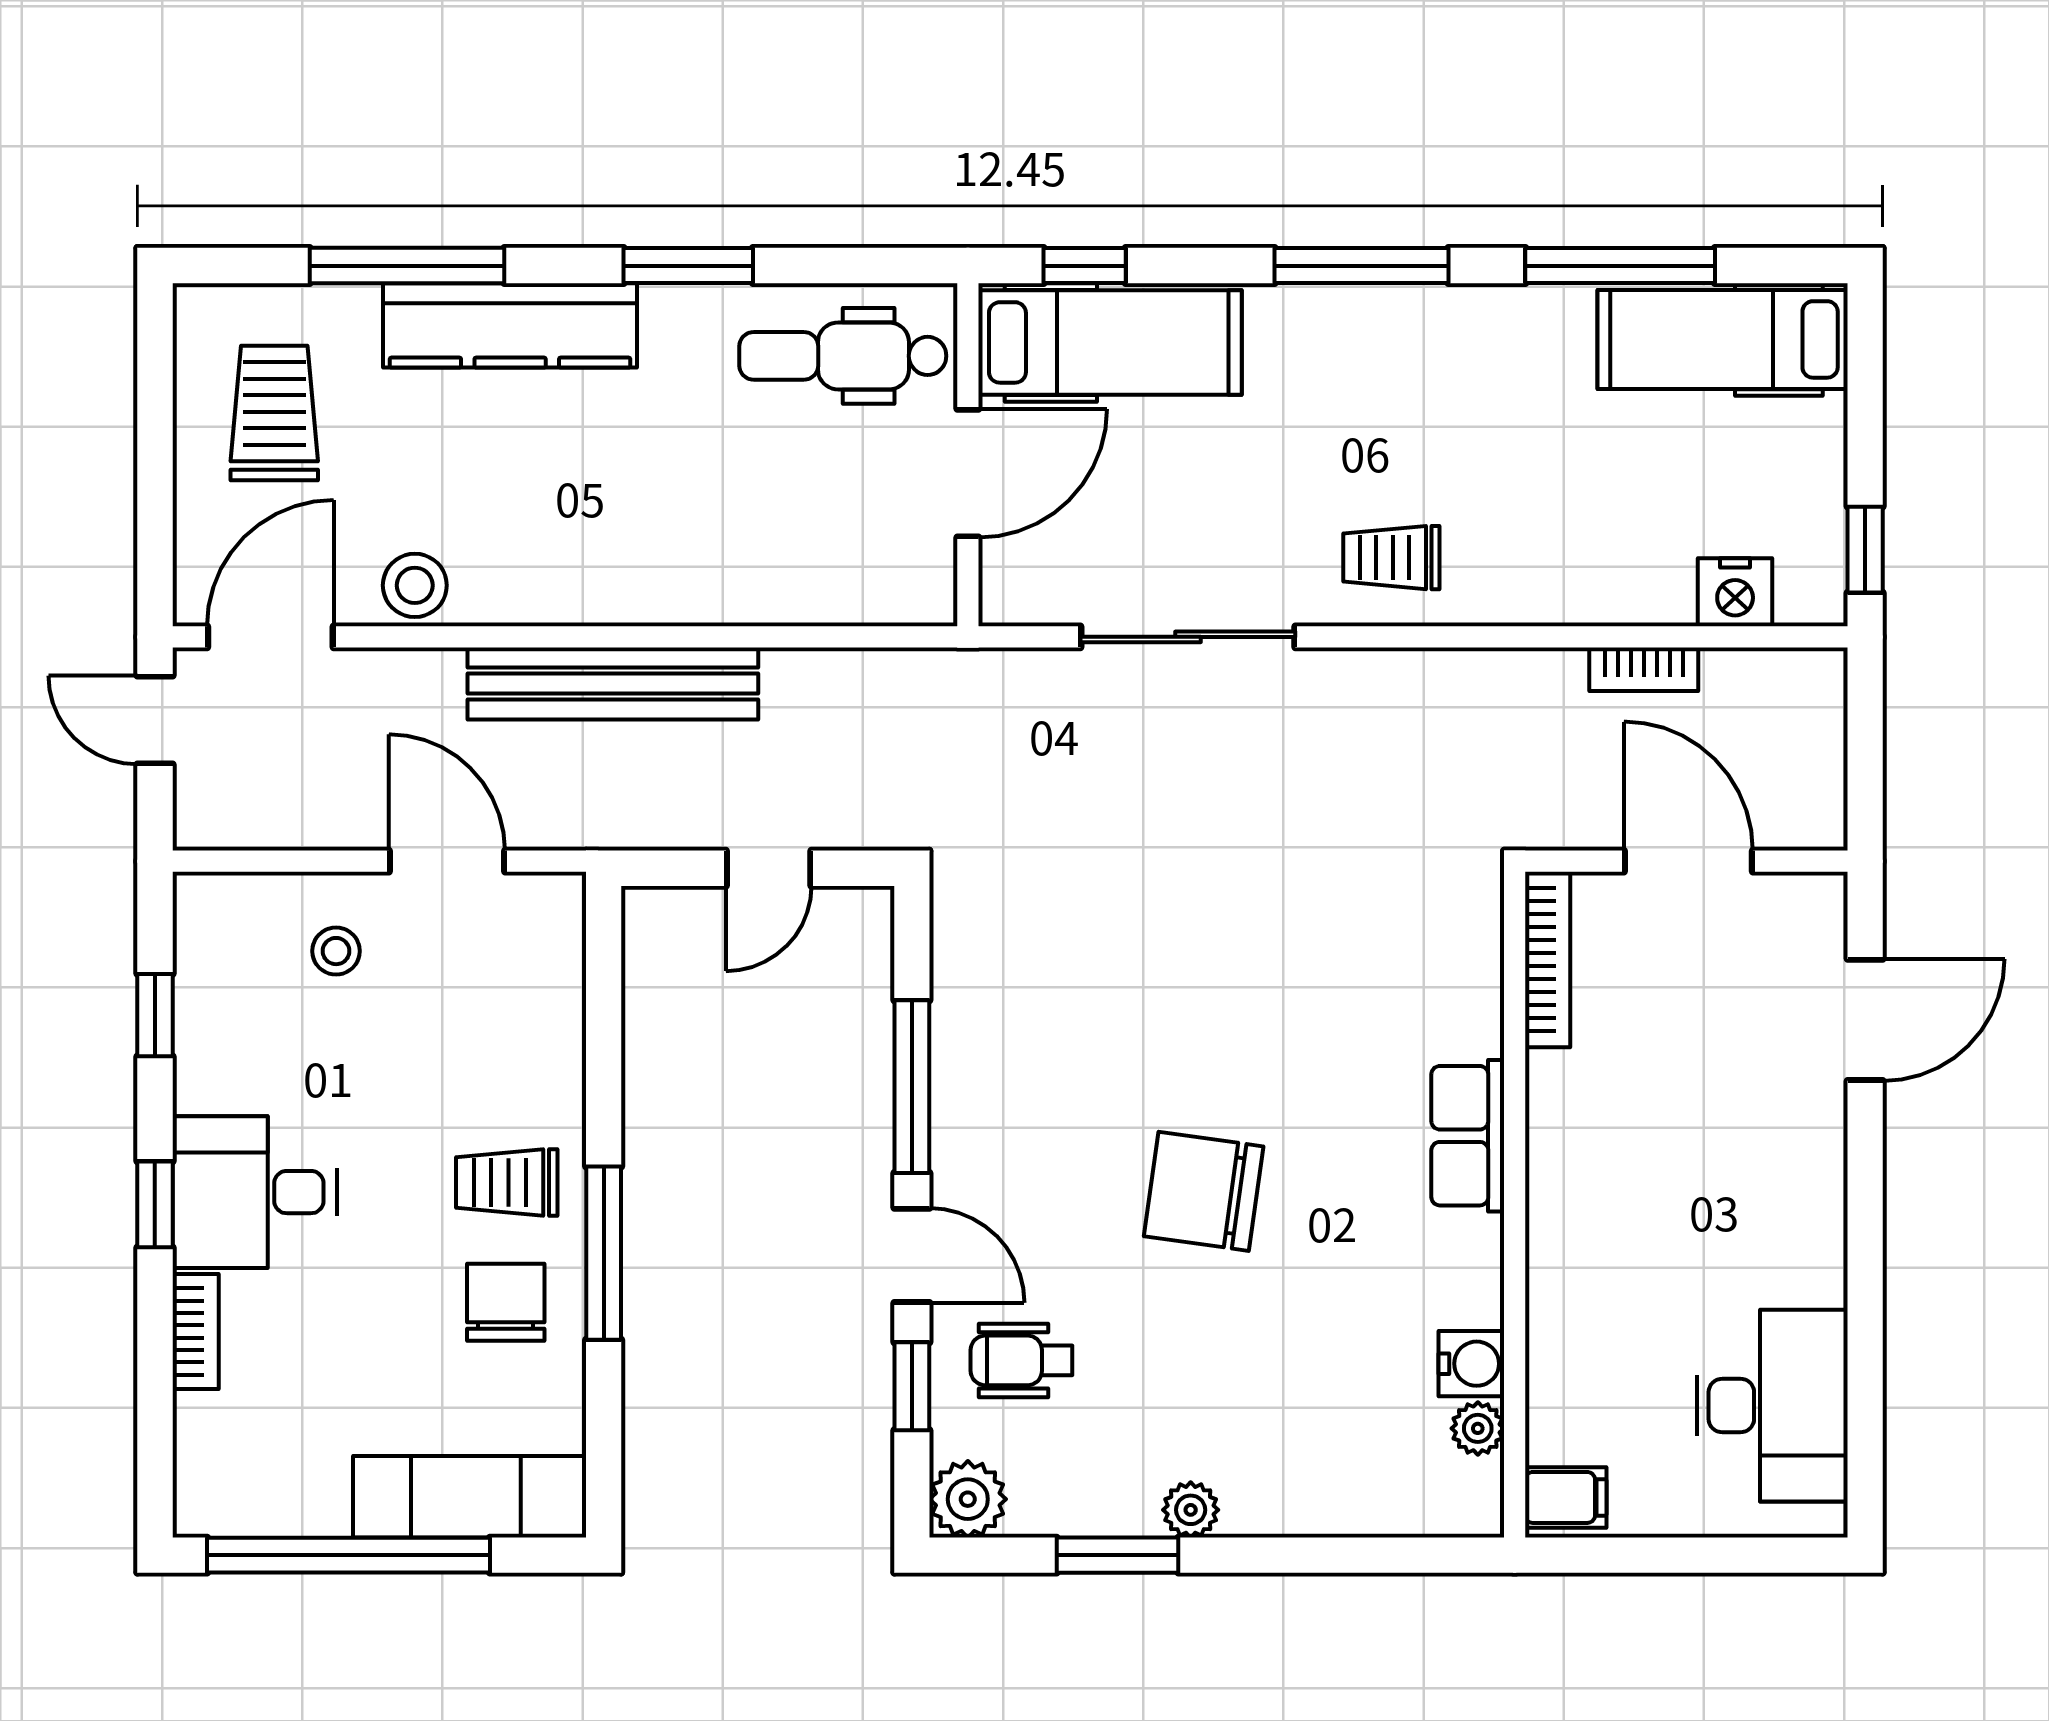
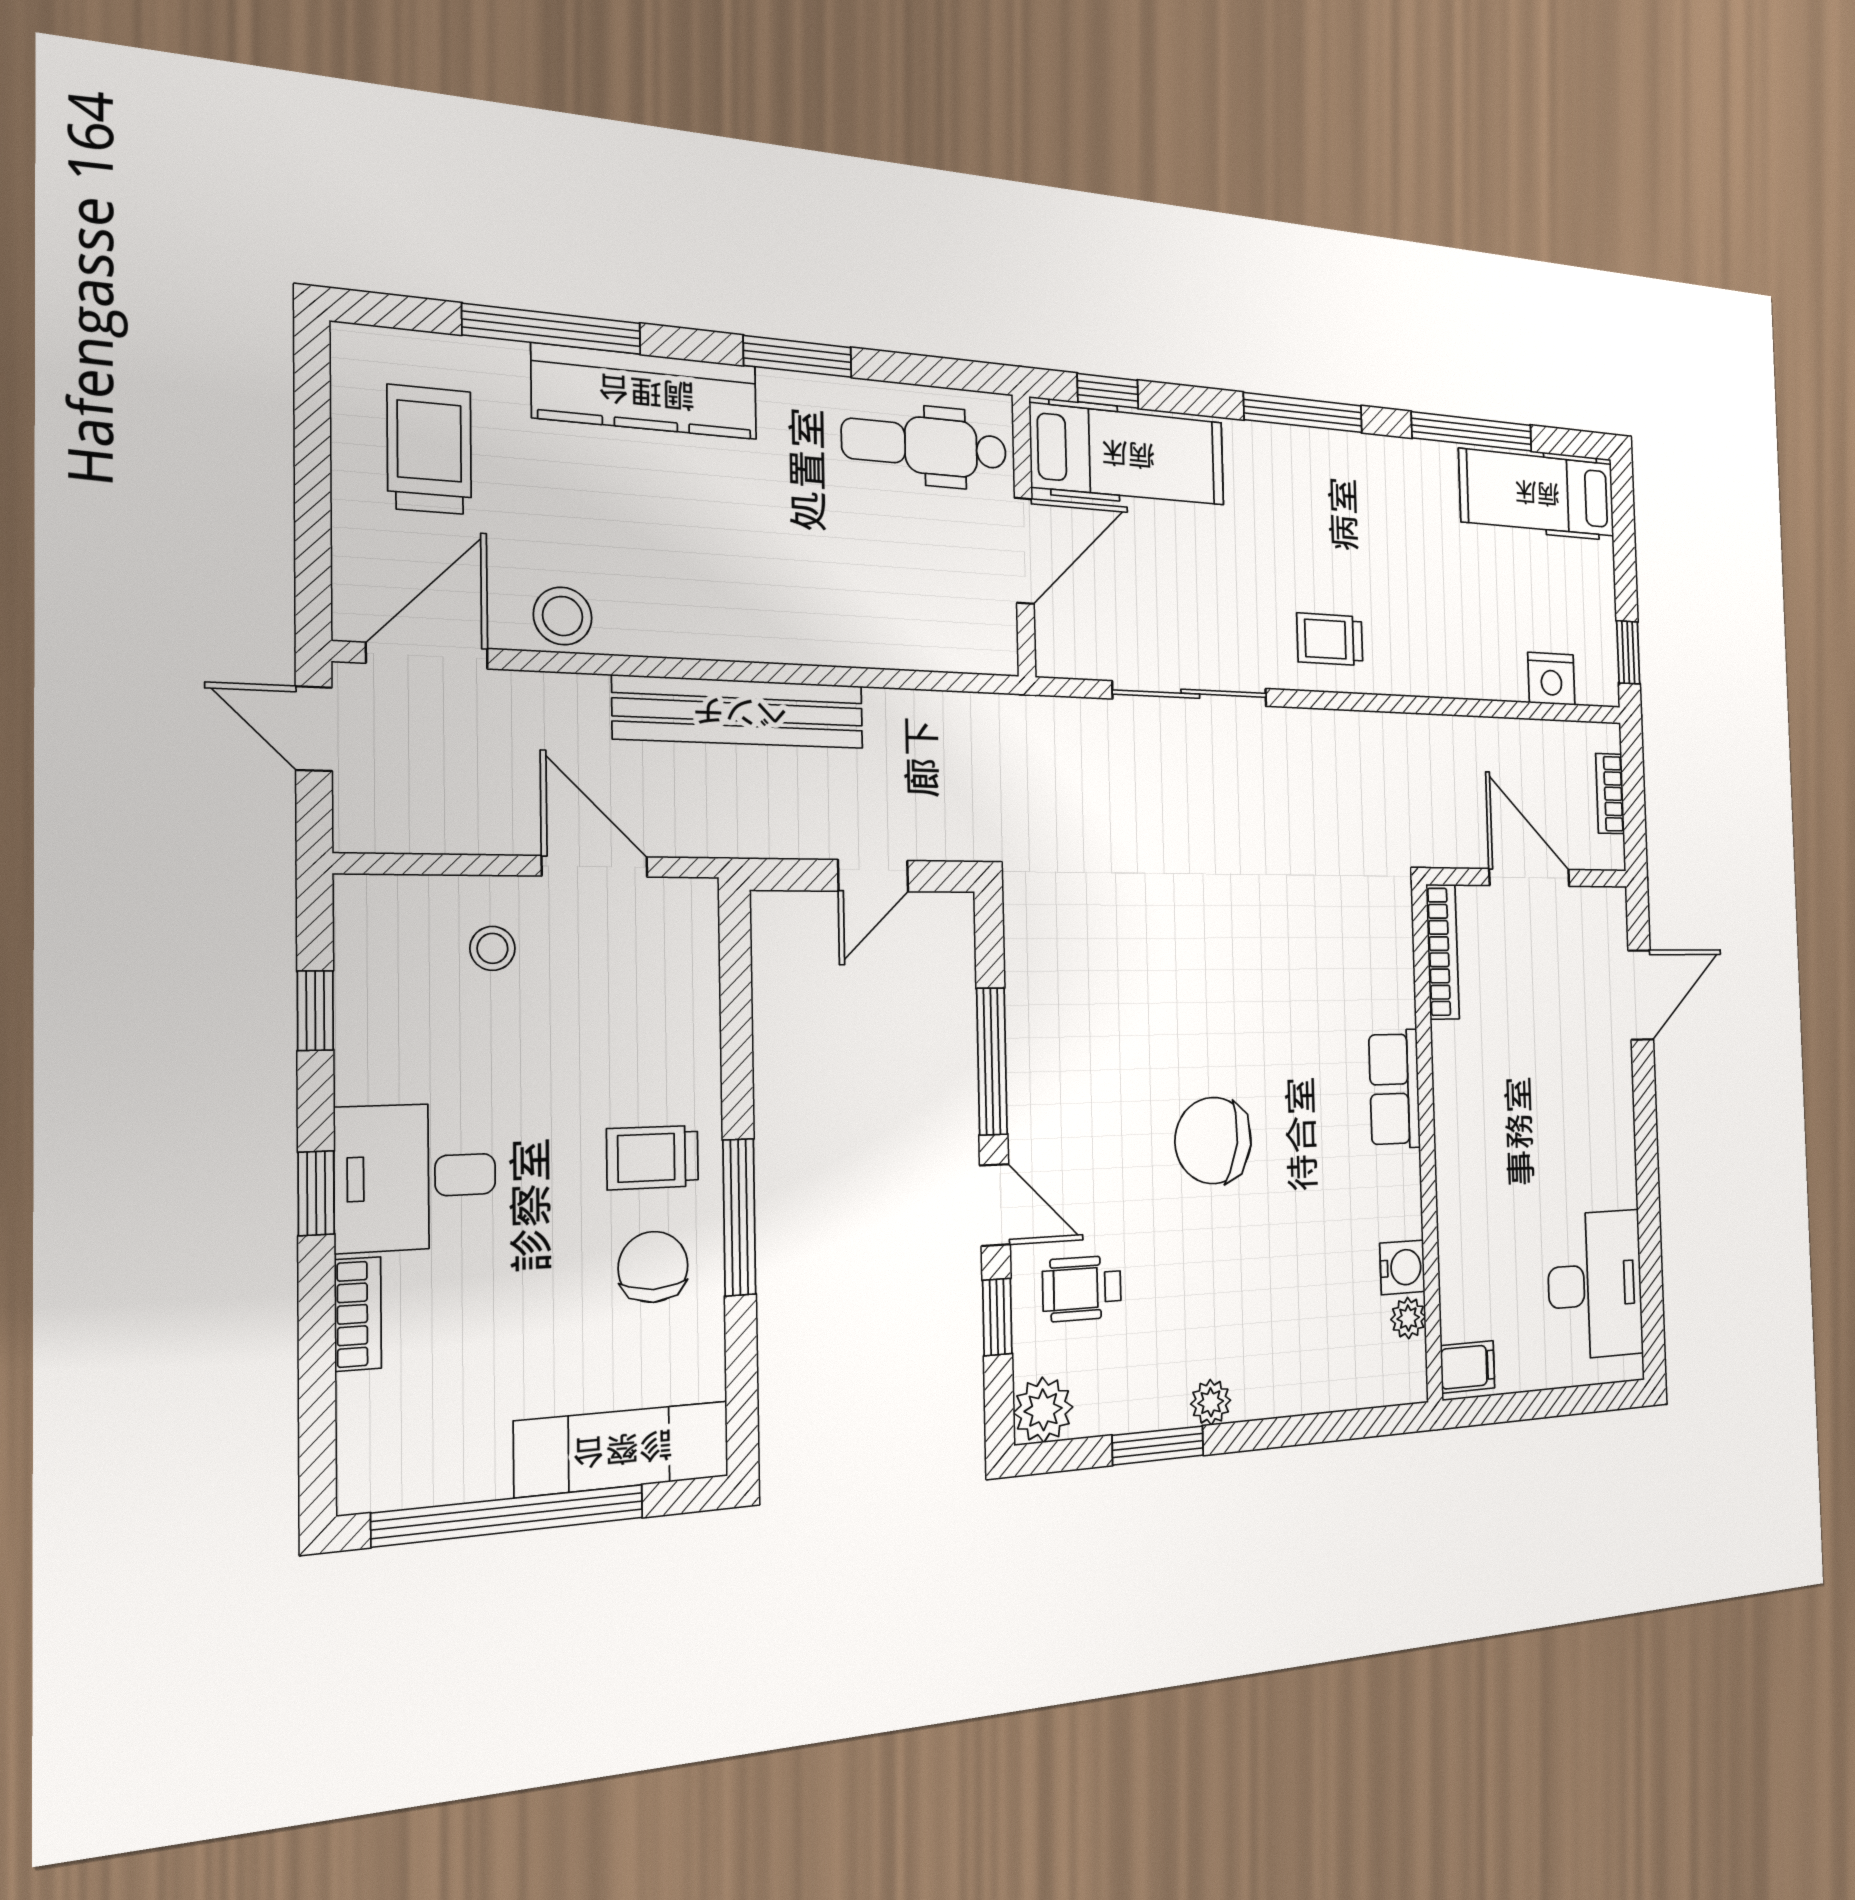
bookcase: (1644, 669) -> (1610, 794), moved, turned 90

